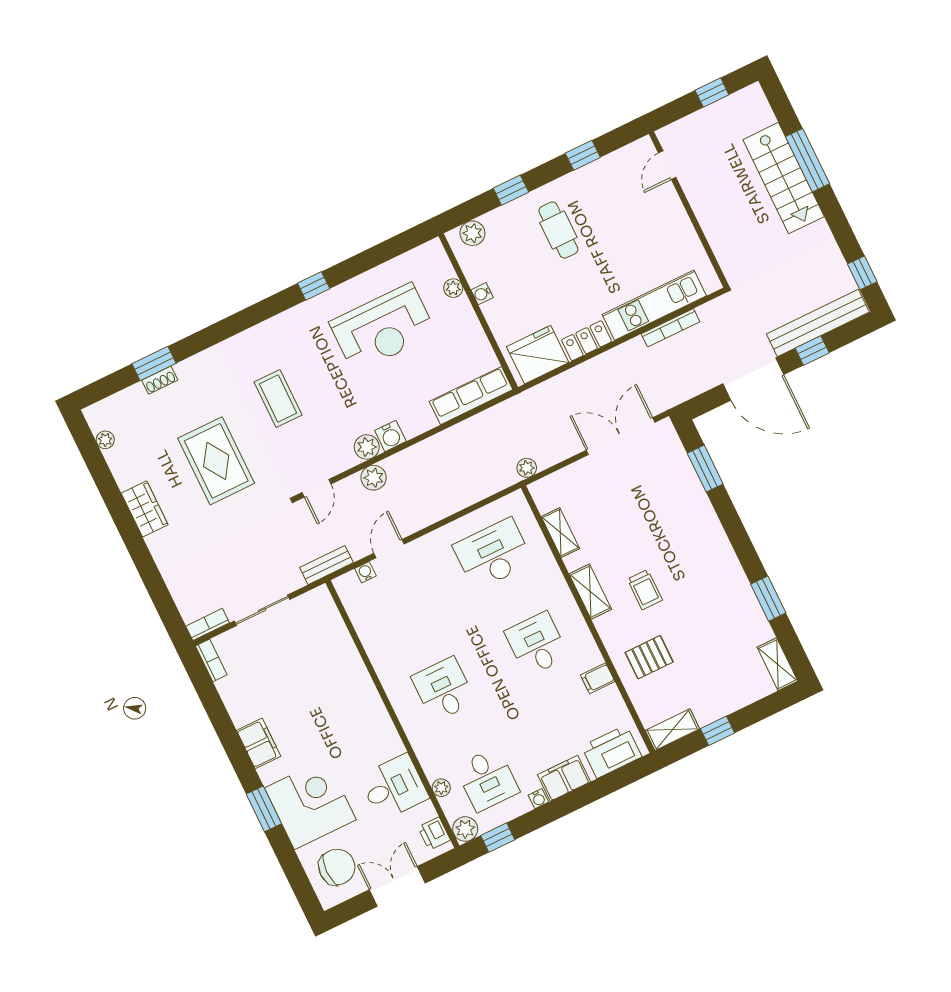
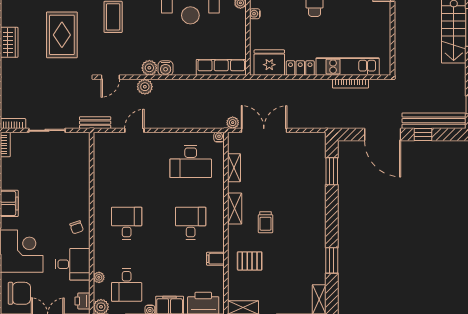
double door: (621, 436) -> (264, 130), moved
desk: (493, 554) -> (191, 161), turned 180
water cooler: (365, 572) -> (219, 137), moved
chair: (374, 731) -> (77, 227), added

